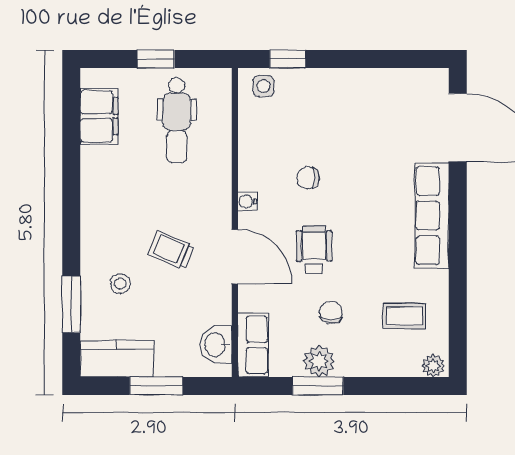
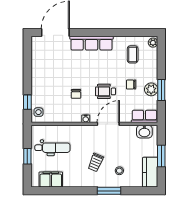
trolley: (171, 250) -> (96, 162), moved
window: (71, 304) -> (109, 191), moved

